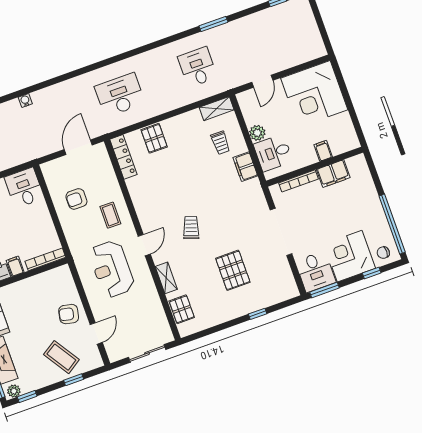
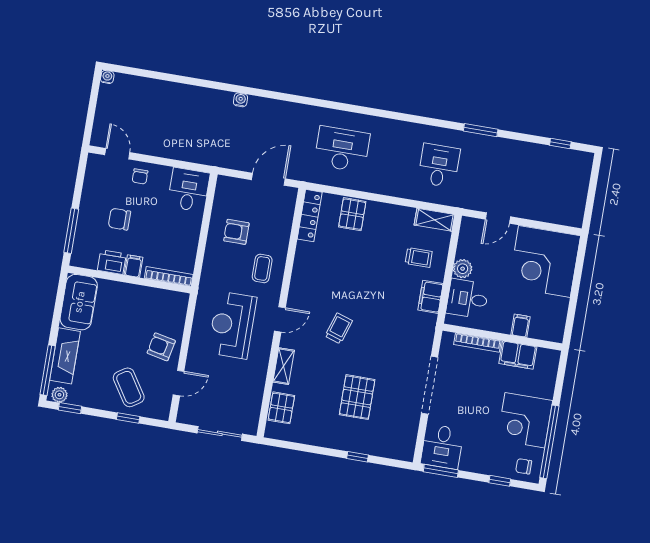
trolley: (220, 143) -> (419, 257), turned -90
corner desk: (350, 256) -> (525, 420), moved, turned -90

